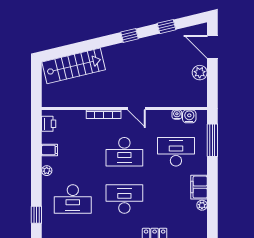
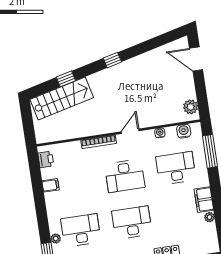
window: (166, 27) -> (66, 79), moved
plant: (200, 73) -> (191, 107), moved
door: (136, 108) -> (130, 131), swing flipped
water cooler: (177, 115) -> (160, 133), moved
plant: (47, 171) -> (56, 239), moved
desk: (73, 199) -> (81, 230), turned 180

